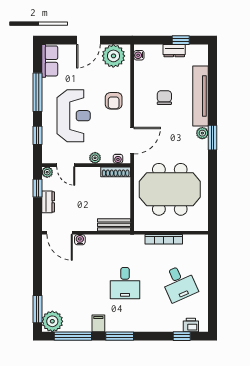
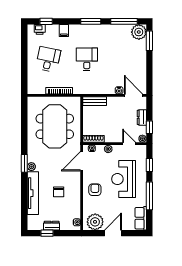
meeting table: (170, 189) -> (55, 126), turned 90
desk: (179, 283) -> (48, 59), turned 36
filing cabinet: (98, 323) -> (64, 31), moved

